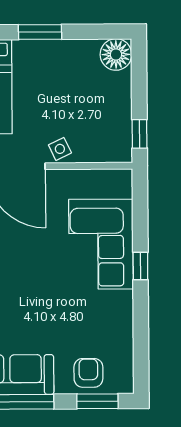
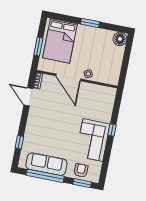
window: (140, 134) -> (123, 74), removed
corner sofa: (101, 244) -> (93, 140), moved

